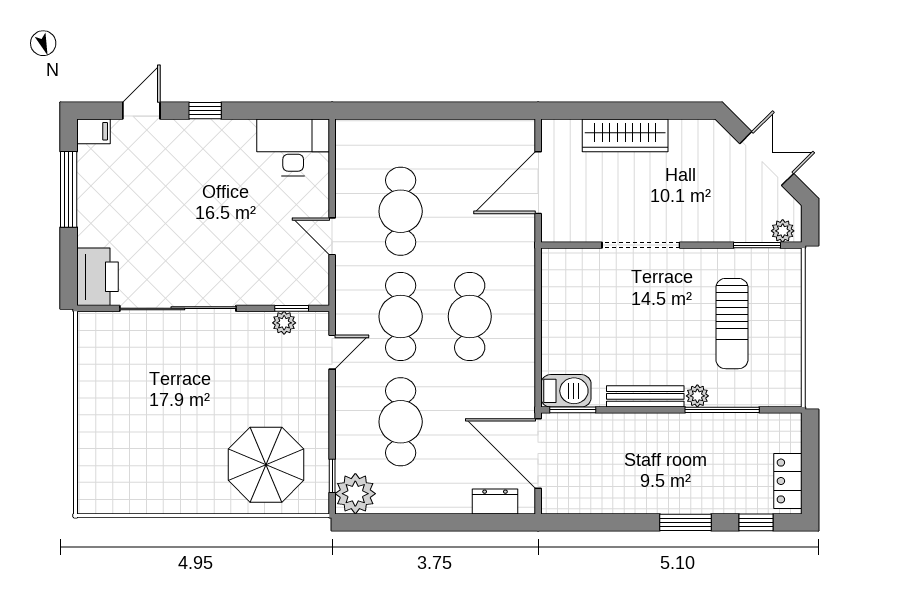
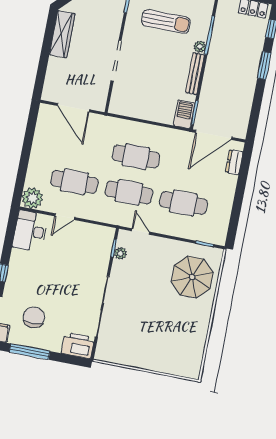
wardrobe: (625, 135) -> (62, 34), moved
chair: (134, 185) -> (34, 317), added
door: (332, 236) -> (65, 217), moved
plant: (355, 494) -> (32, 198), moved

